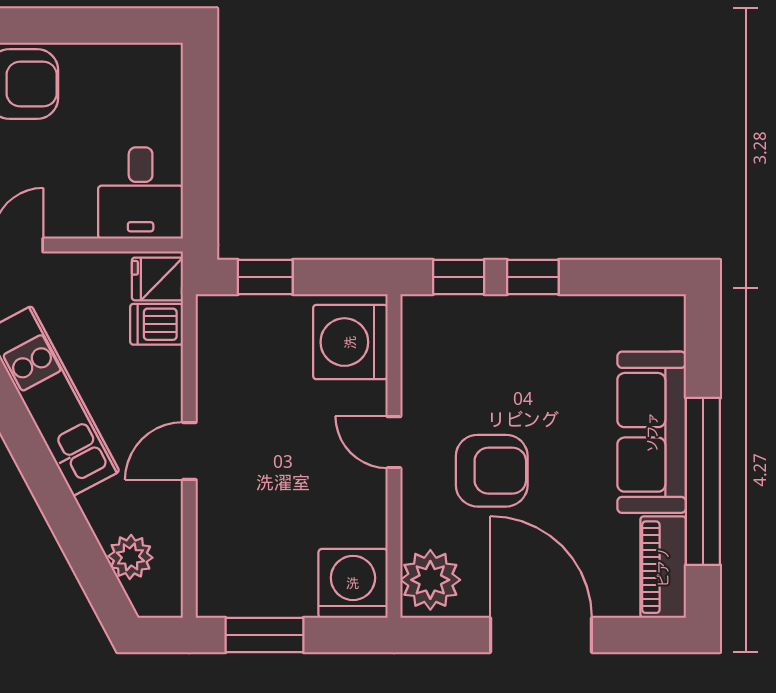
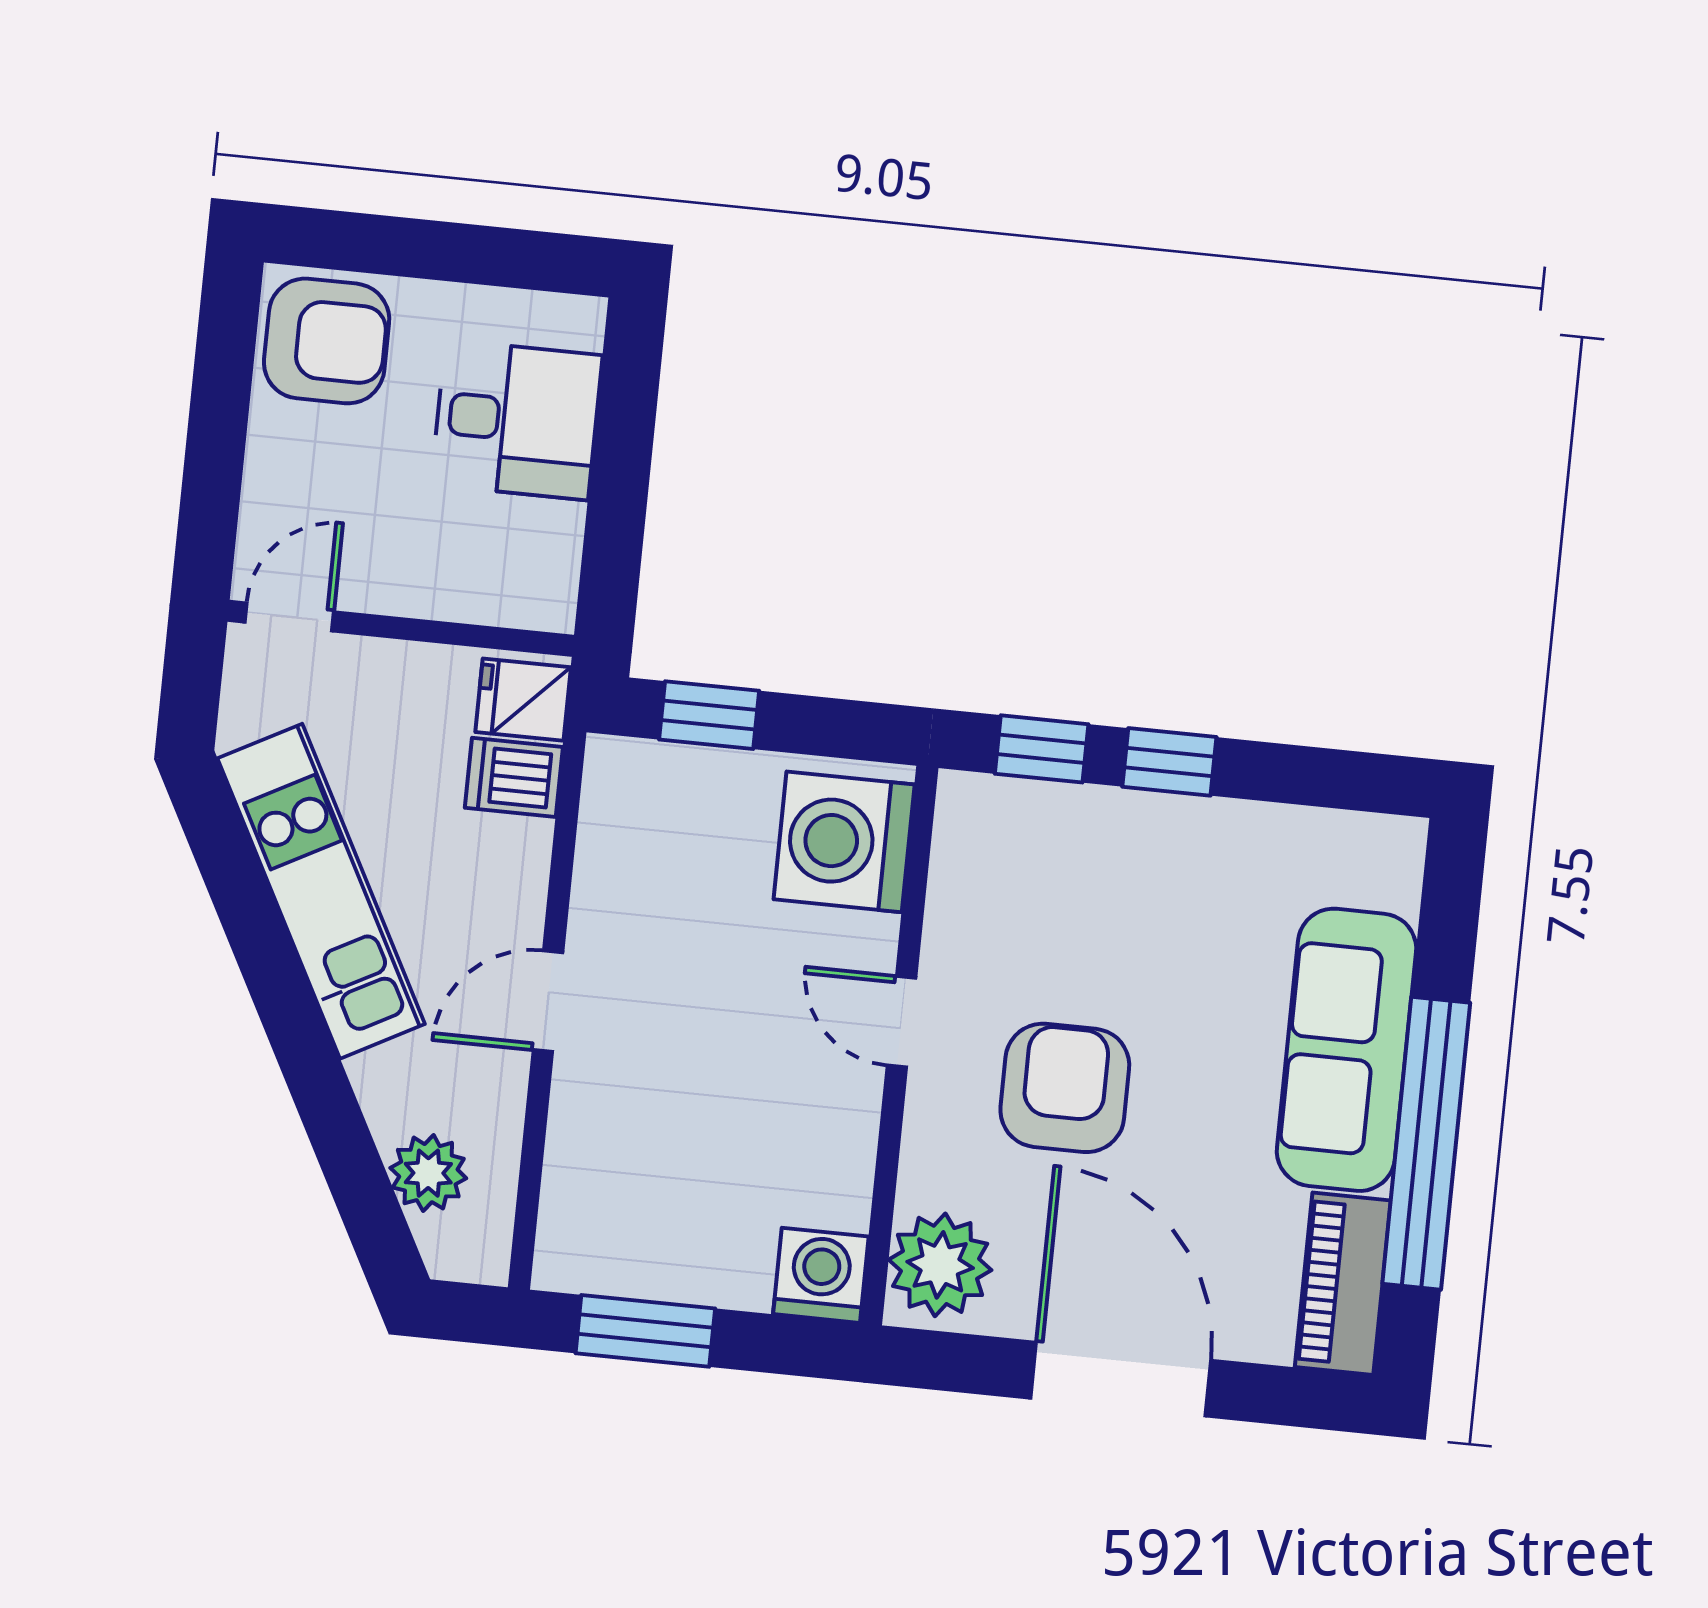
desk: (141, 193) -> (517, 420), moved, turned -90
armchair: (492, 471) -> (1065, 1088), turned -90
washing machine: (353, 583) -> (821, 1275), width x0.73, depth x0.73

